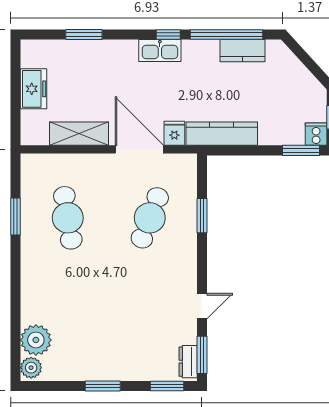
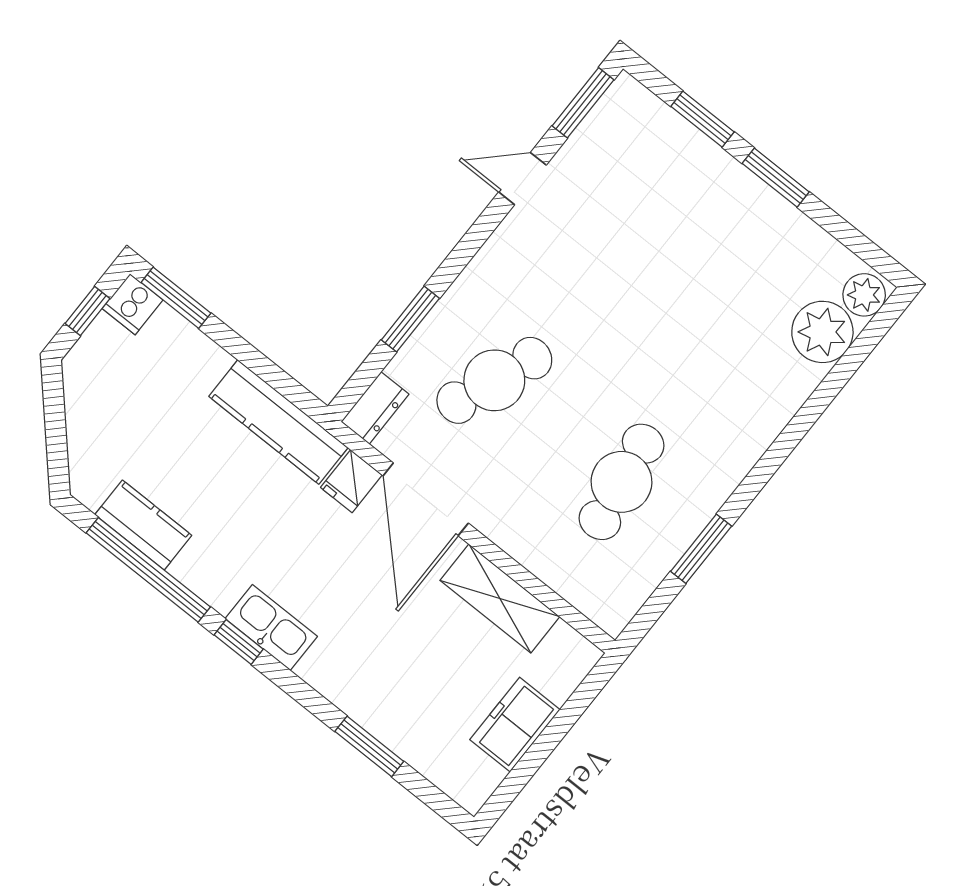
dresser: (188, 362) -> (375, 408), moved
window: (167, 386) -> (702, 119), moved

